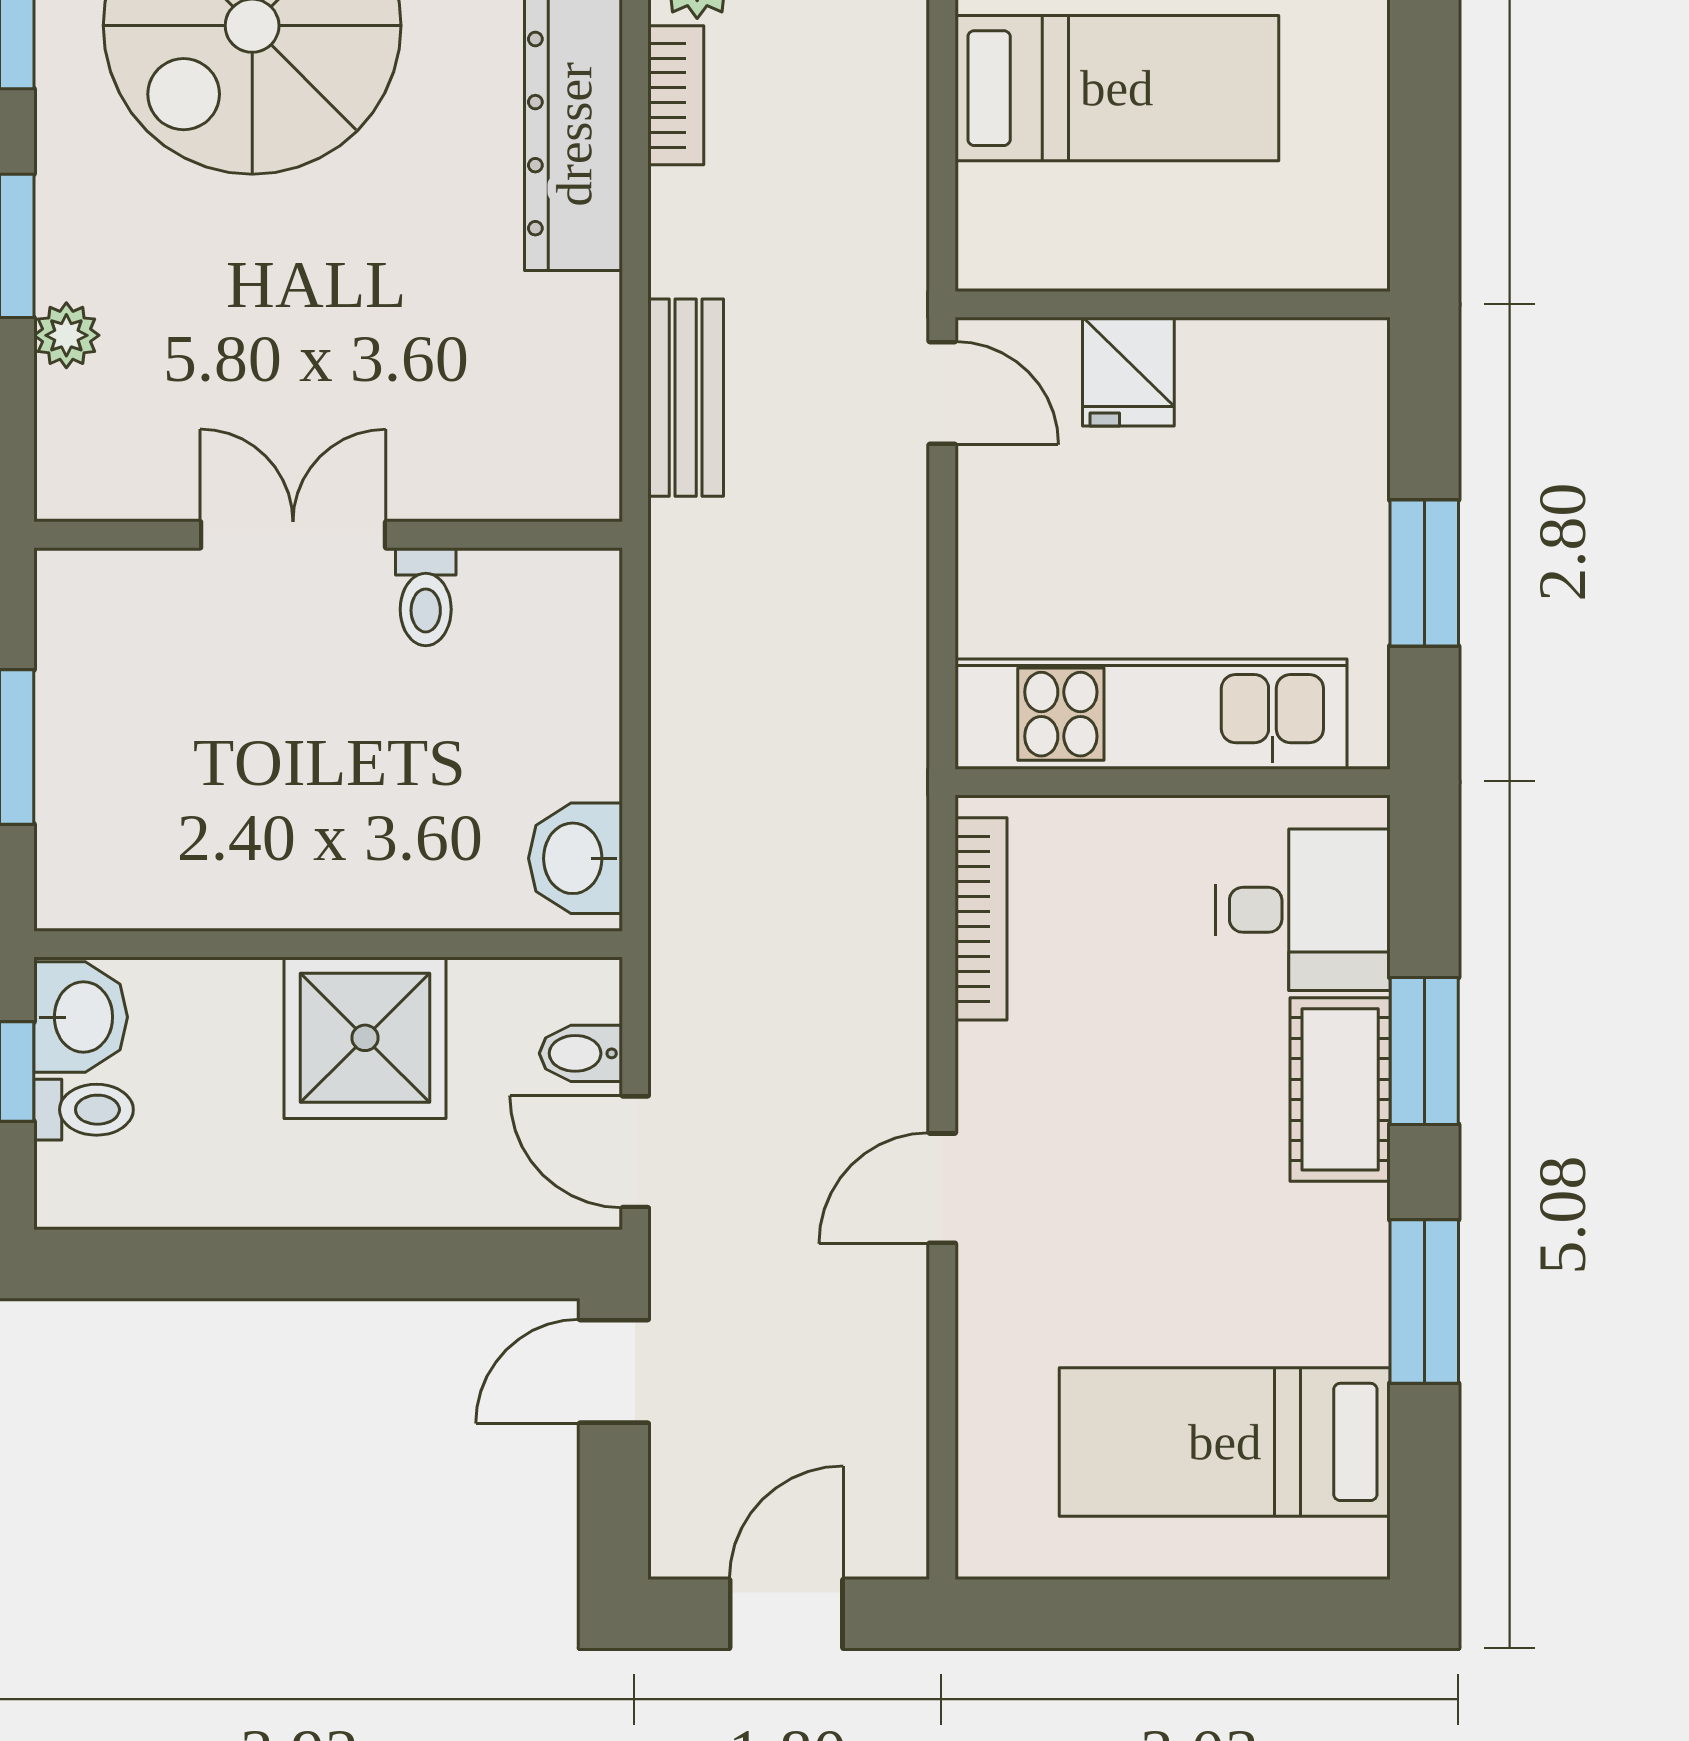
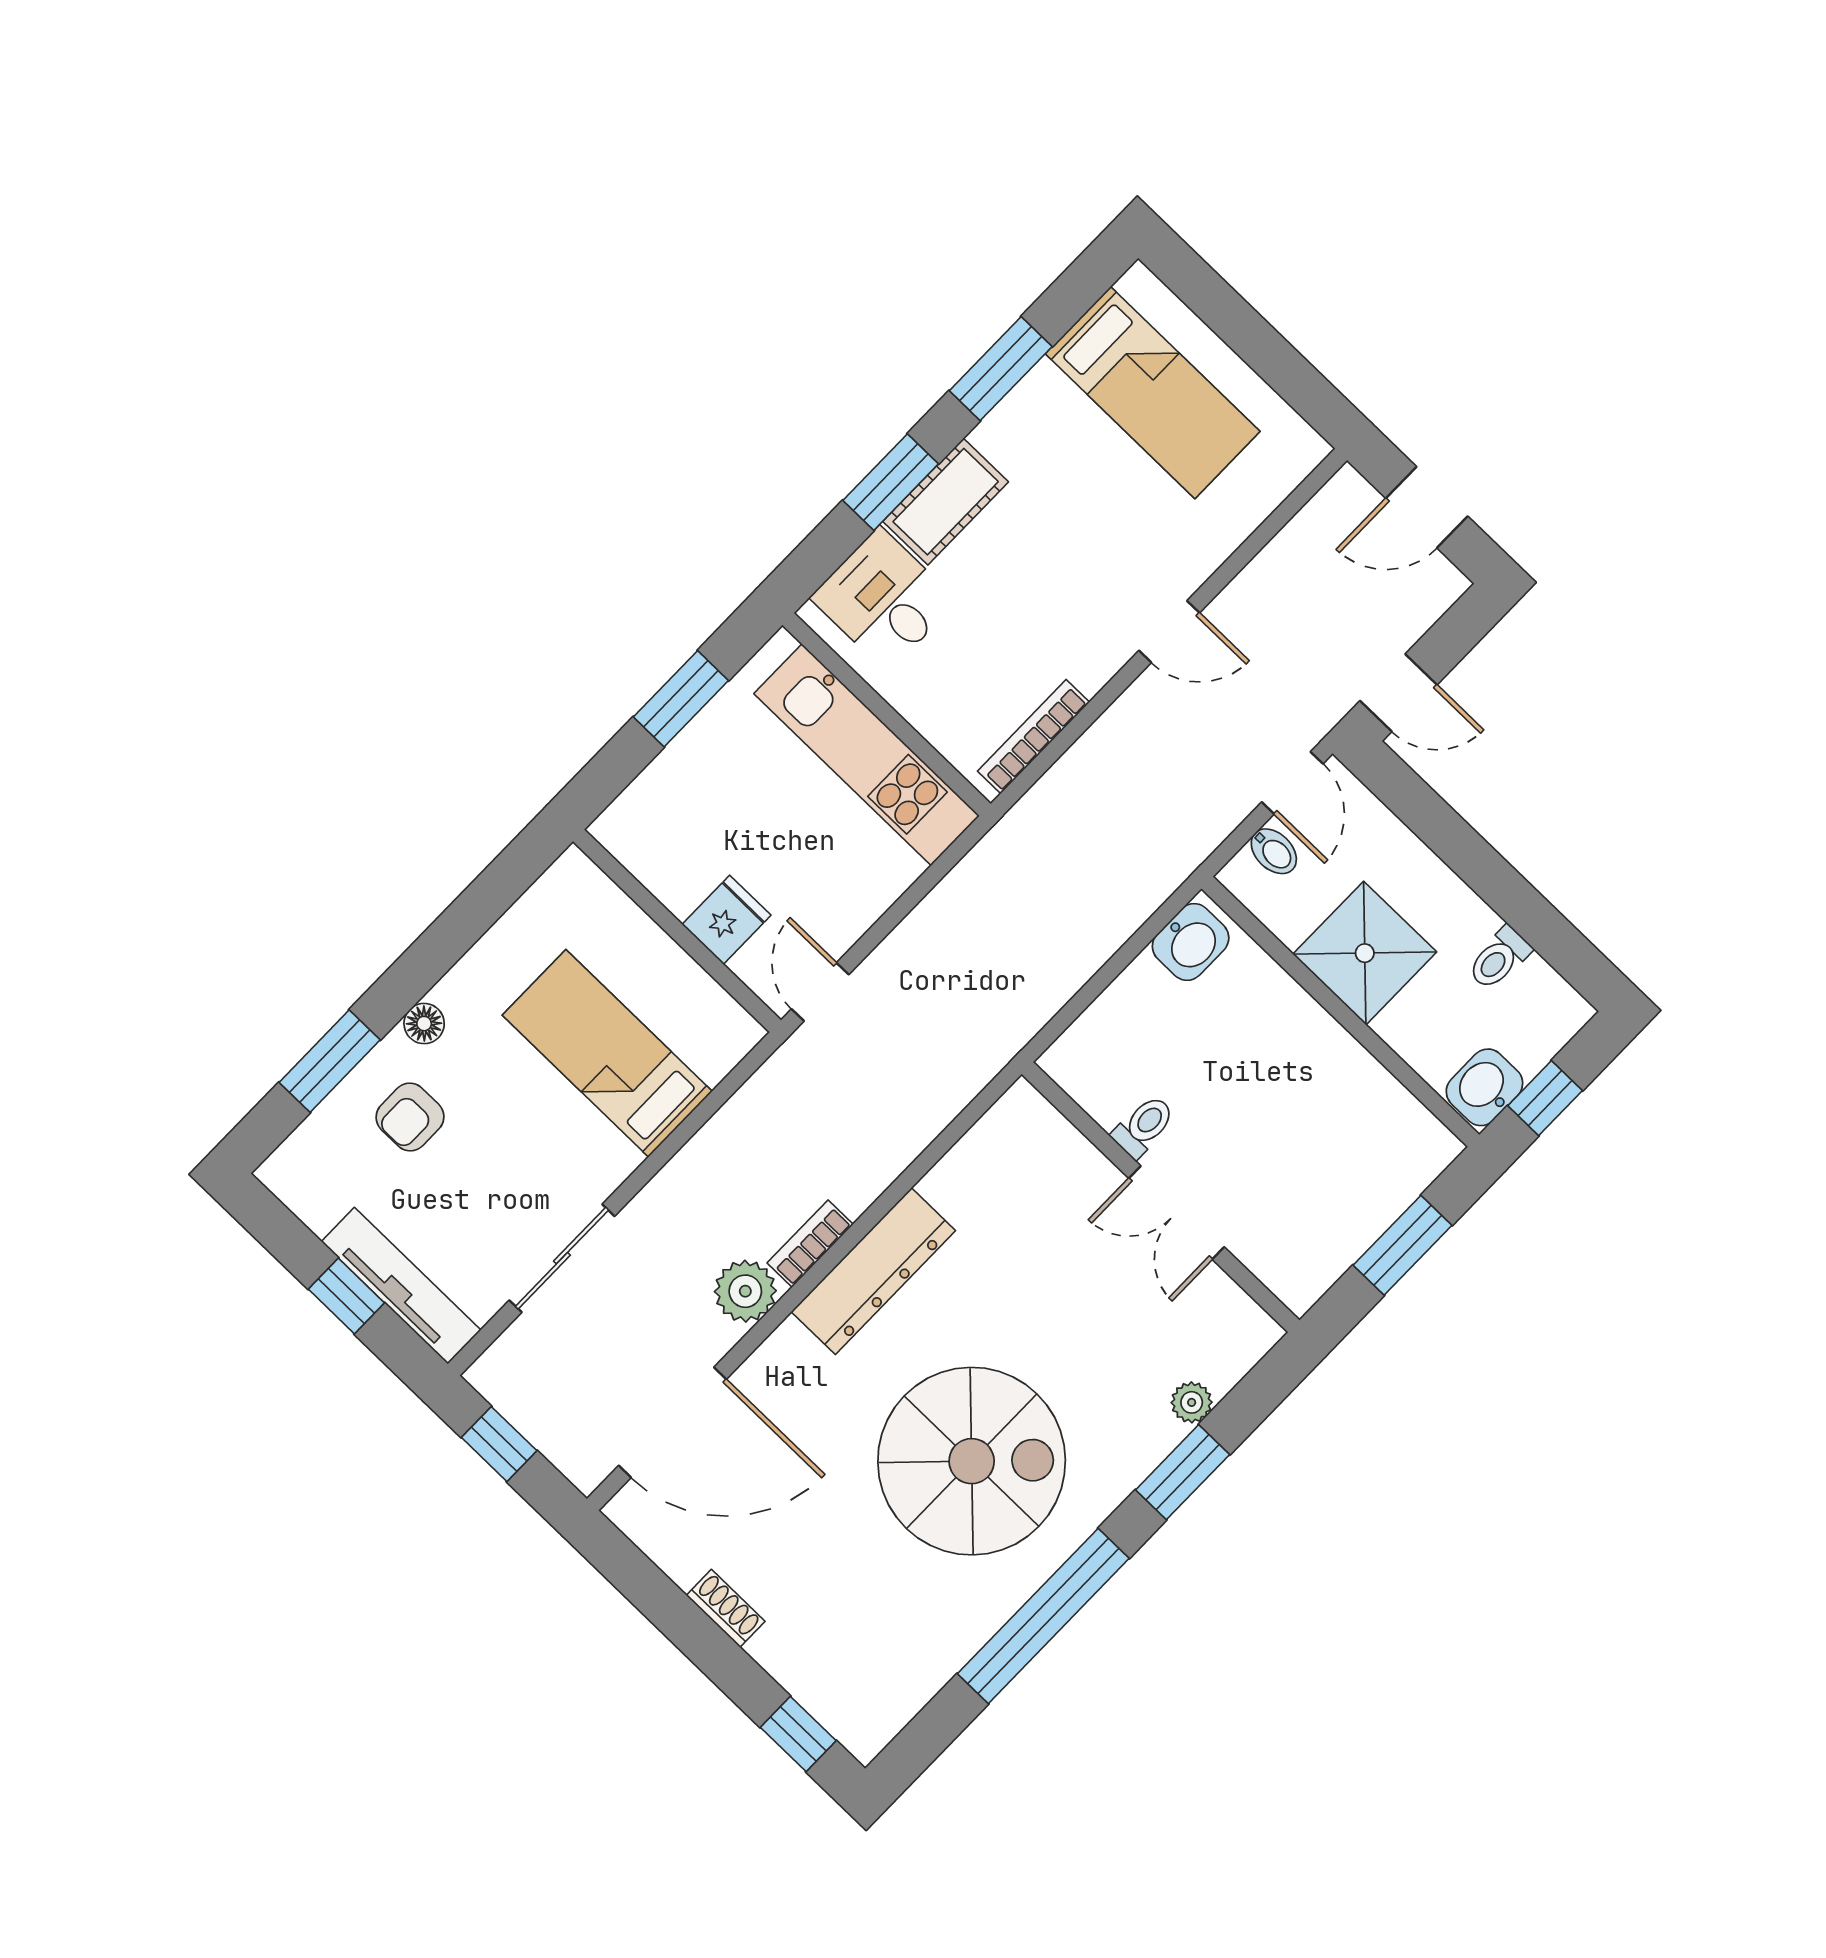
bench: (686, 398) -> (938, 1102), removed
toilet: (84, 1110) -> (1499, 958), moved, turned -90

